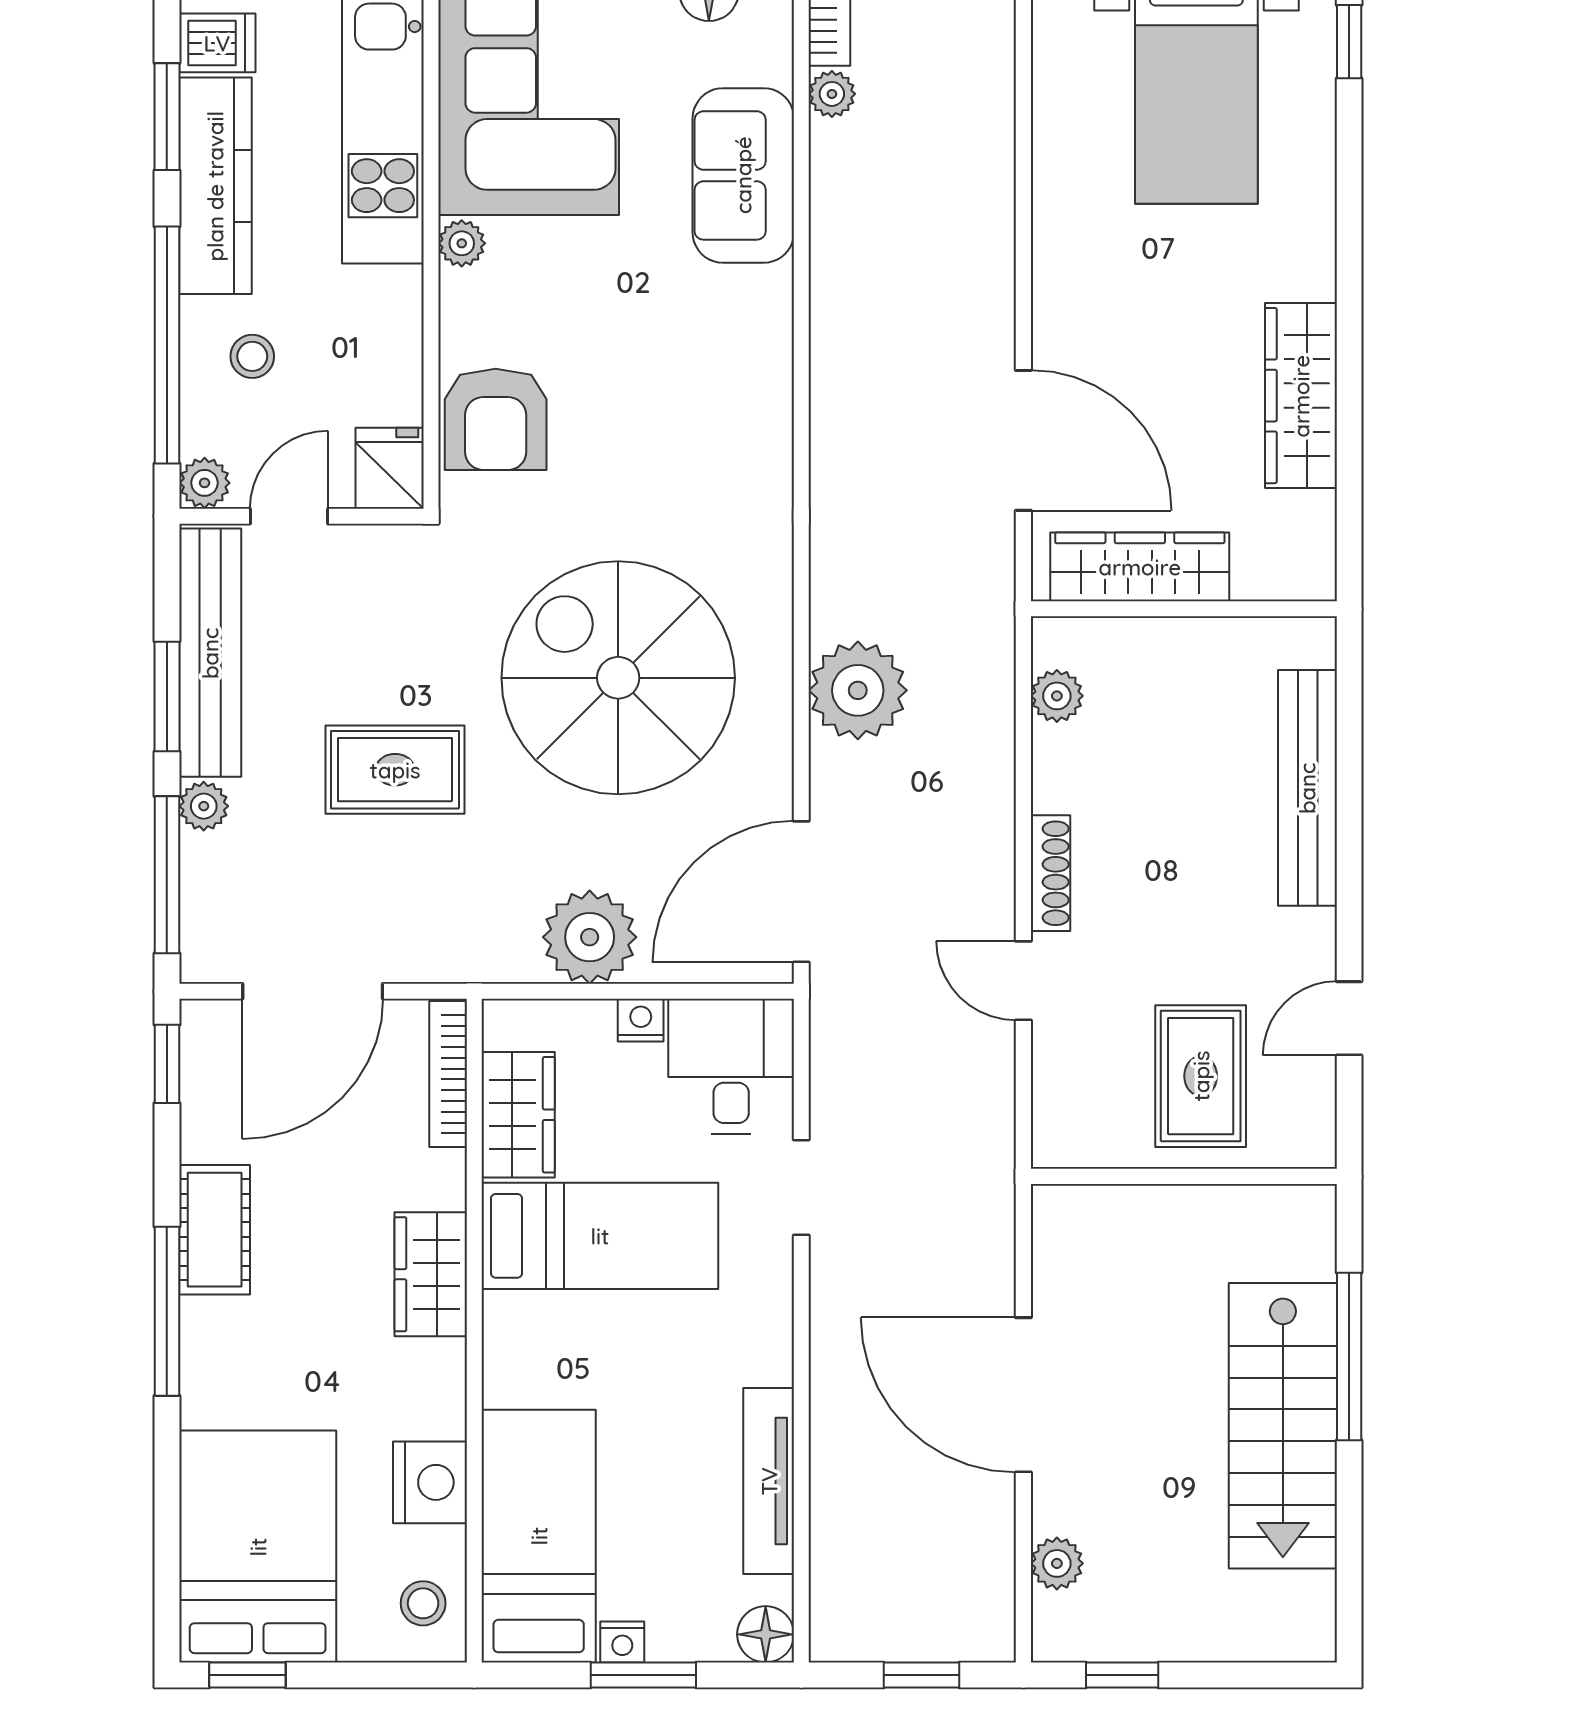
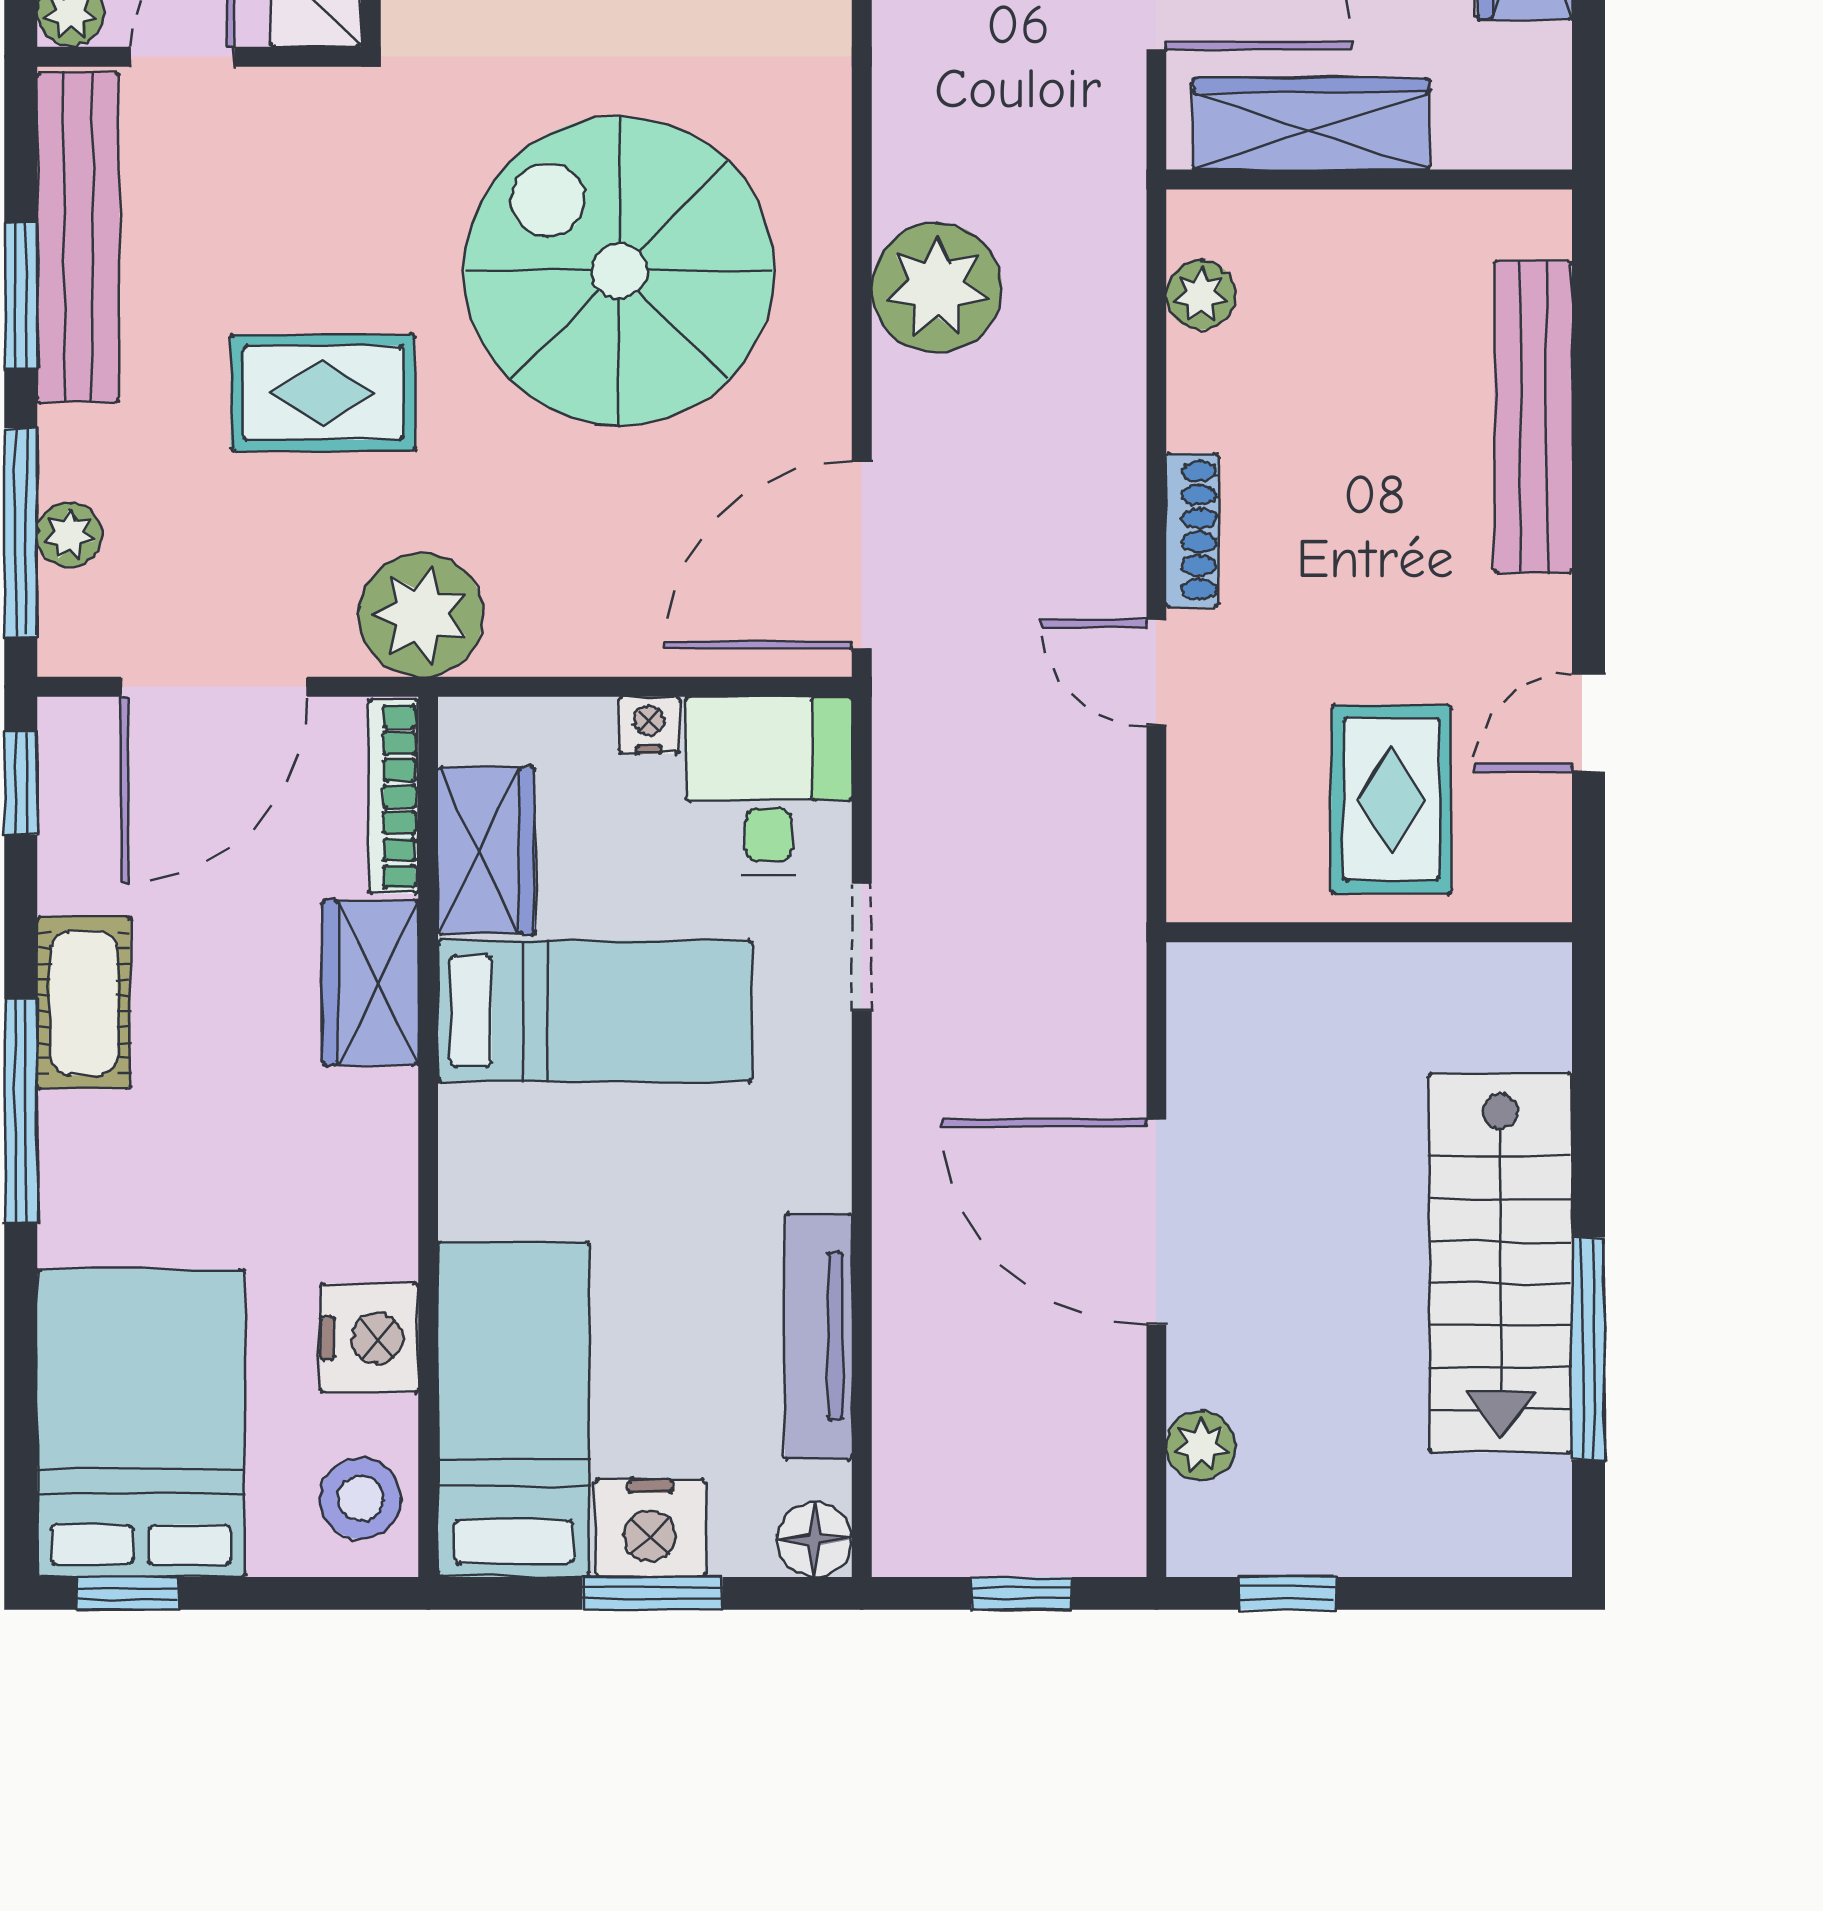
plant: (204, 806) -> (69, 535), moved
plant: (590, 937) -> (421, 615), moved
wardrobe: (431, 1274) -> (370, 983), moved
window: (1349, 1357) -> (1588, 1349), moved
stool: (423, 1603) -> (360, 1498), width x1.37, depth x1.37
nightstand: (622, 1642) -> (650, 1528), width x1.89, depth x1.79

